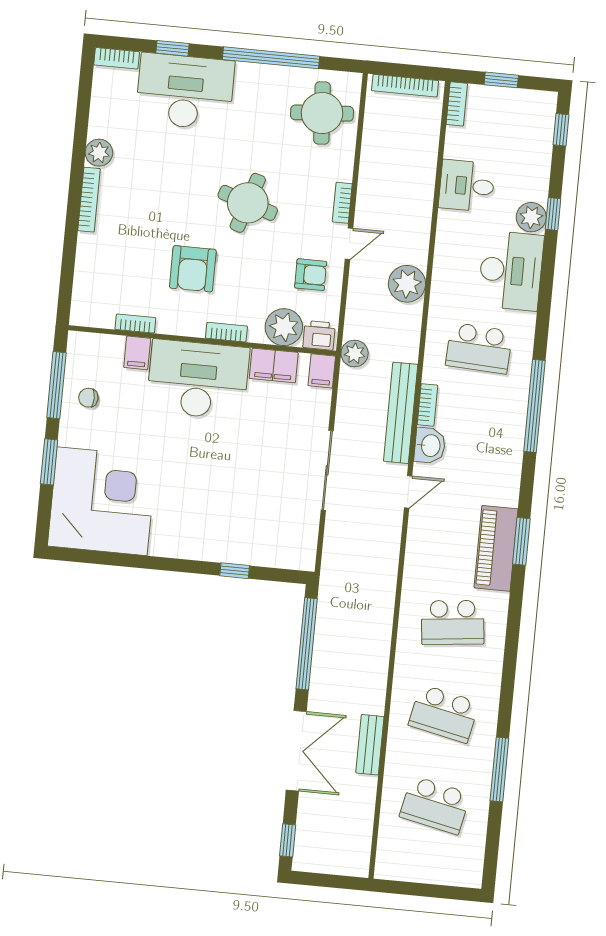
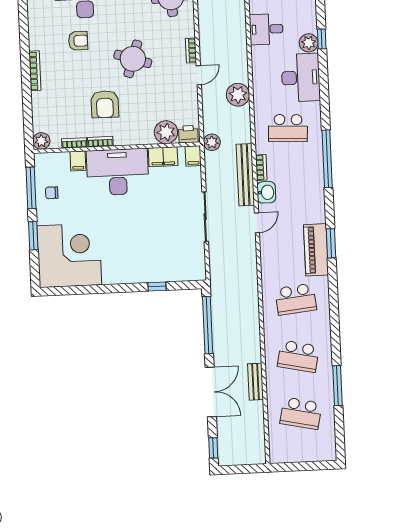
plant: (99, 153) -> (41, 141), moved
armchair: (311, 275) -> (78, 41), moved
bookcase: (226, 332) -> (100, 142), moved

